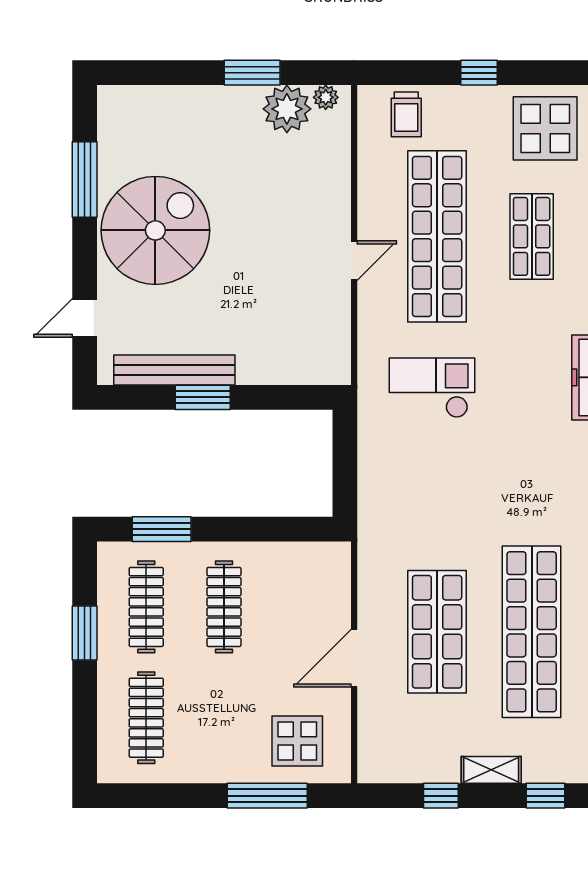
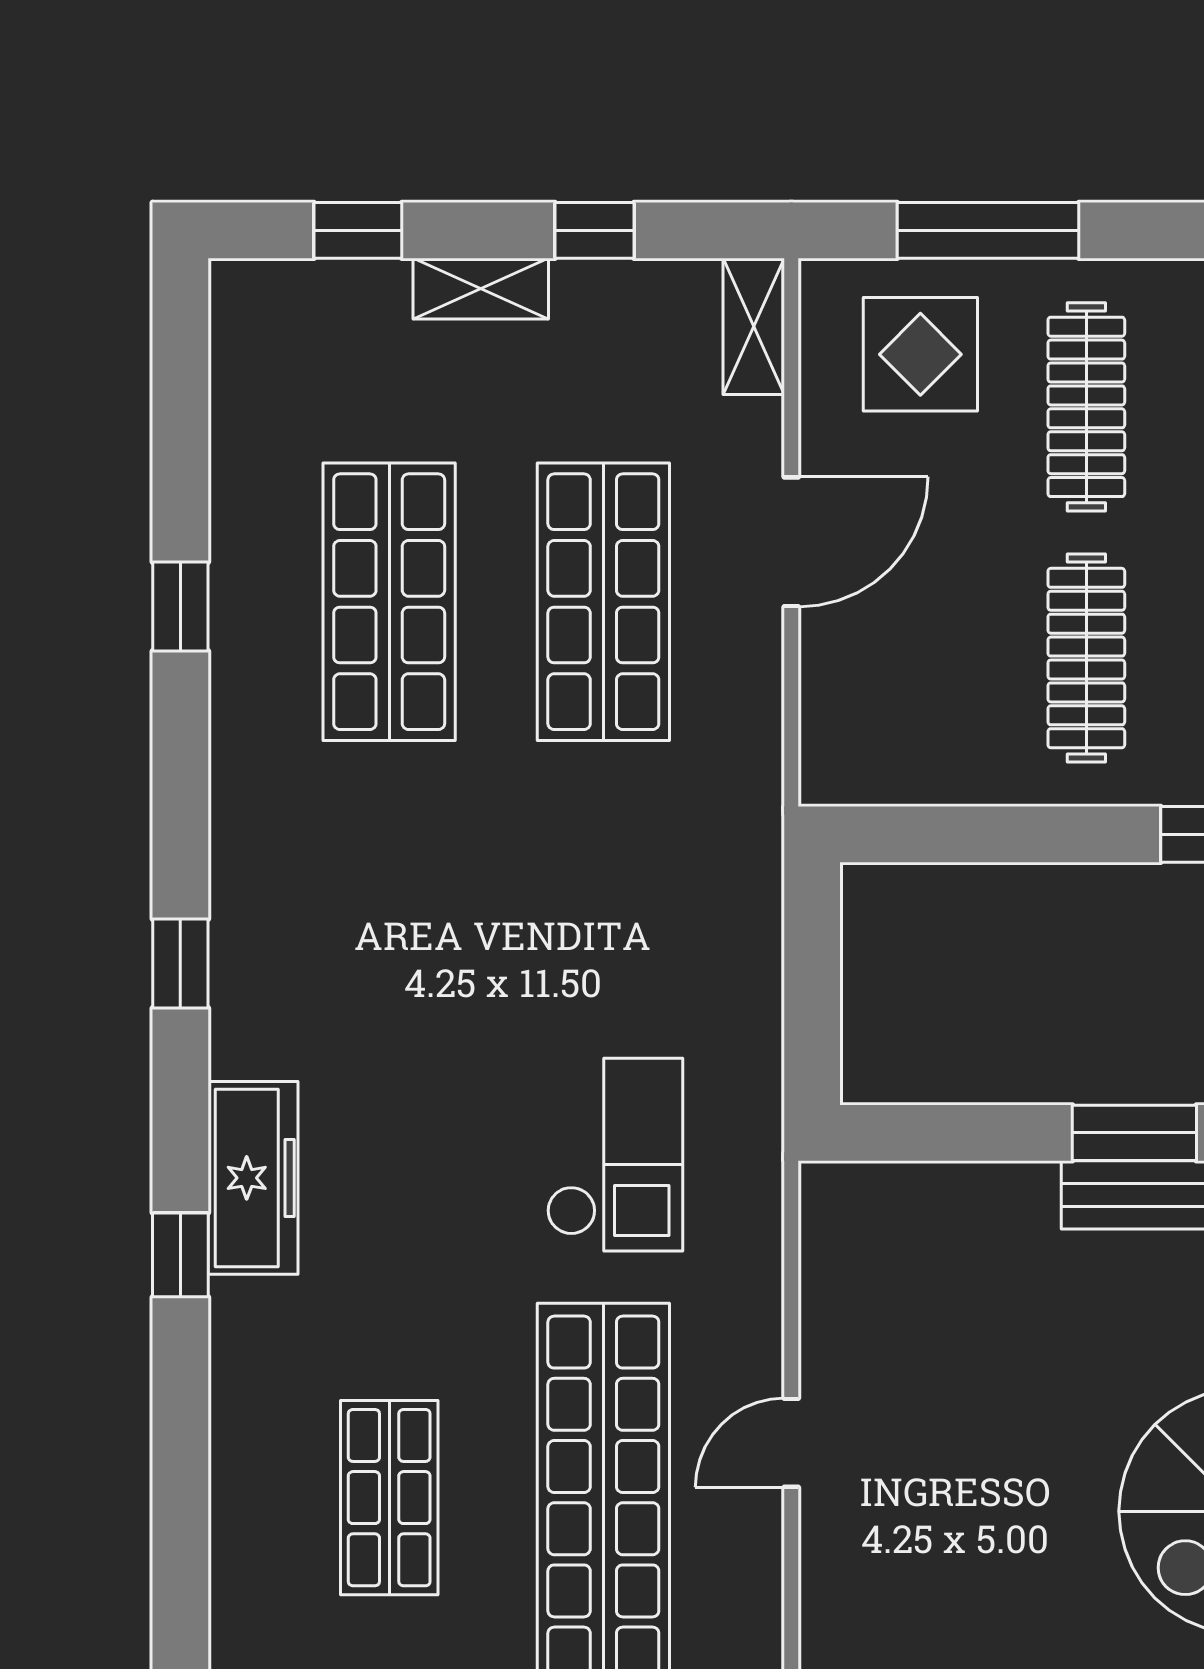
checkout: (432, 388) -> (615, 1155), turned -90
shop shelf: (532, 632) -> (389, 602), width x0.71
clothes rail: (224, 718) -> (1086, 407), added
shelving: (371, 753) -> (754, 326), added

